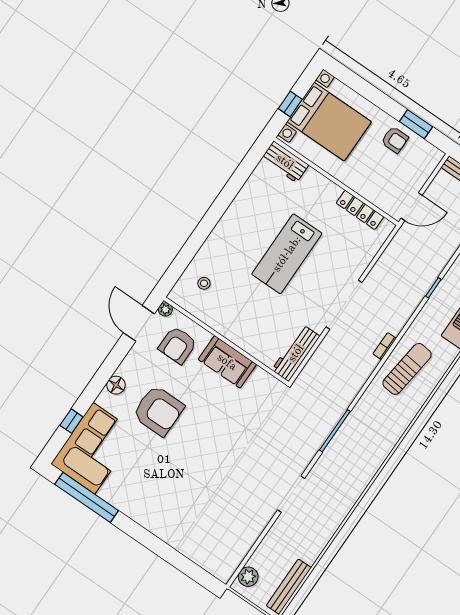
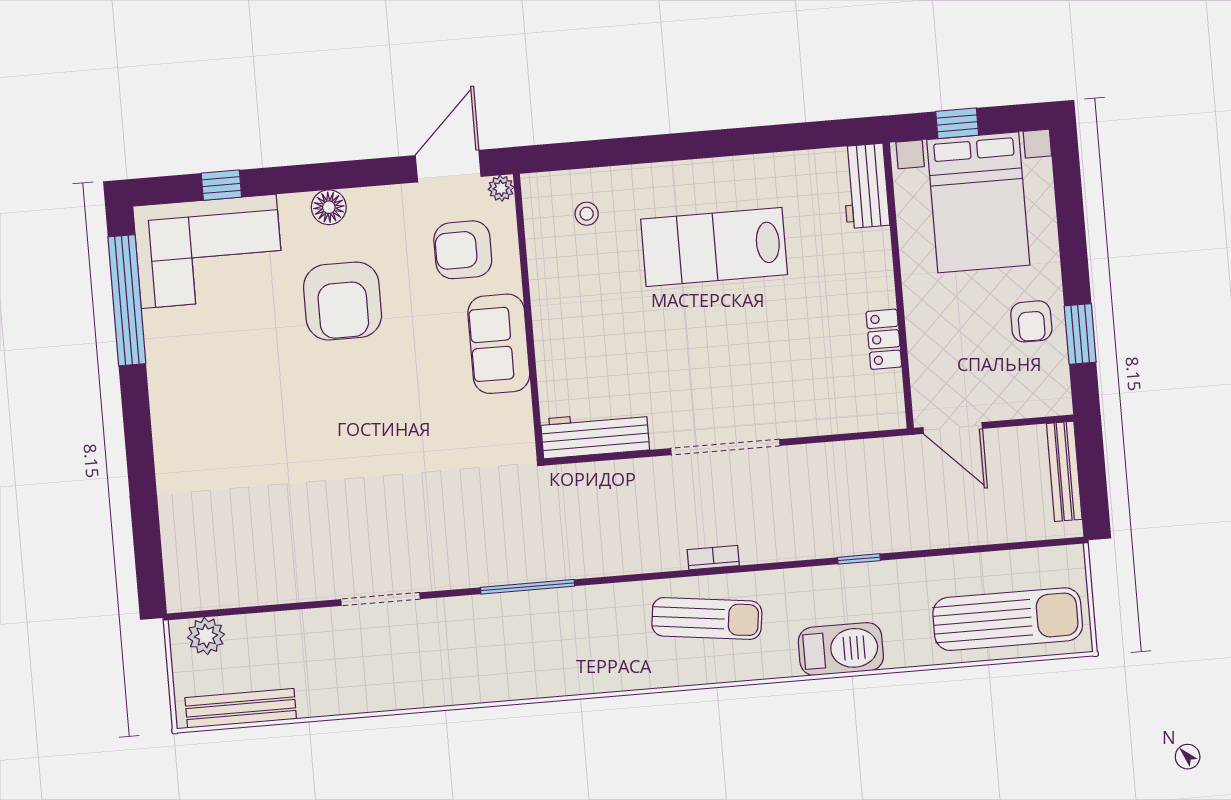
locker: (360, 210) -> (884, 339), width x0.66
lab bench: (287, 254) -> (714, 247), moved

